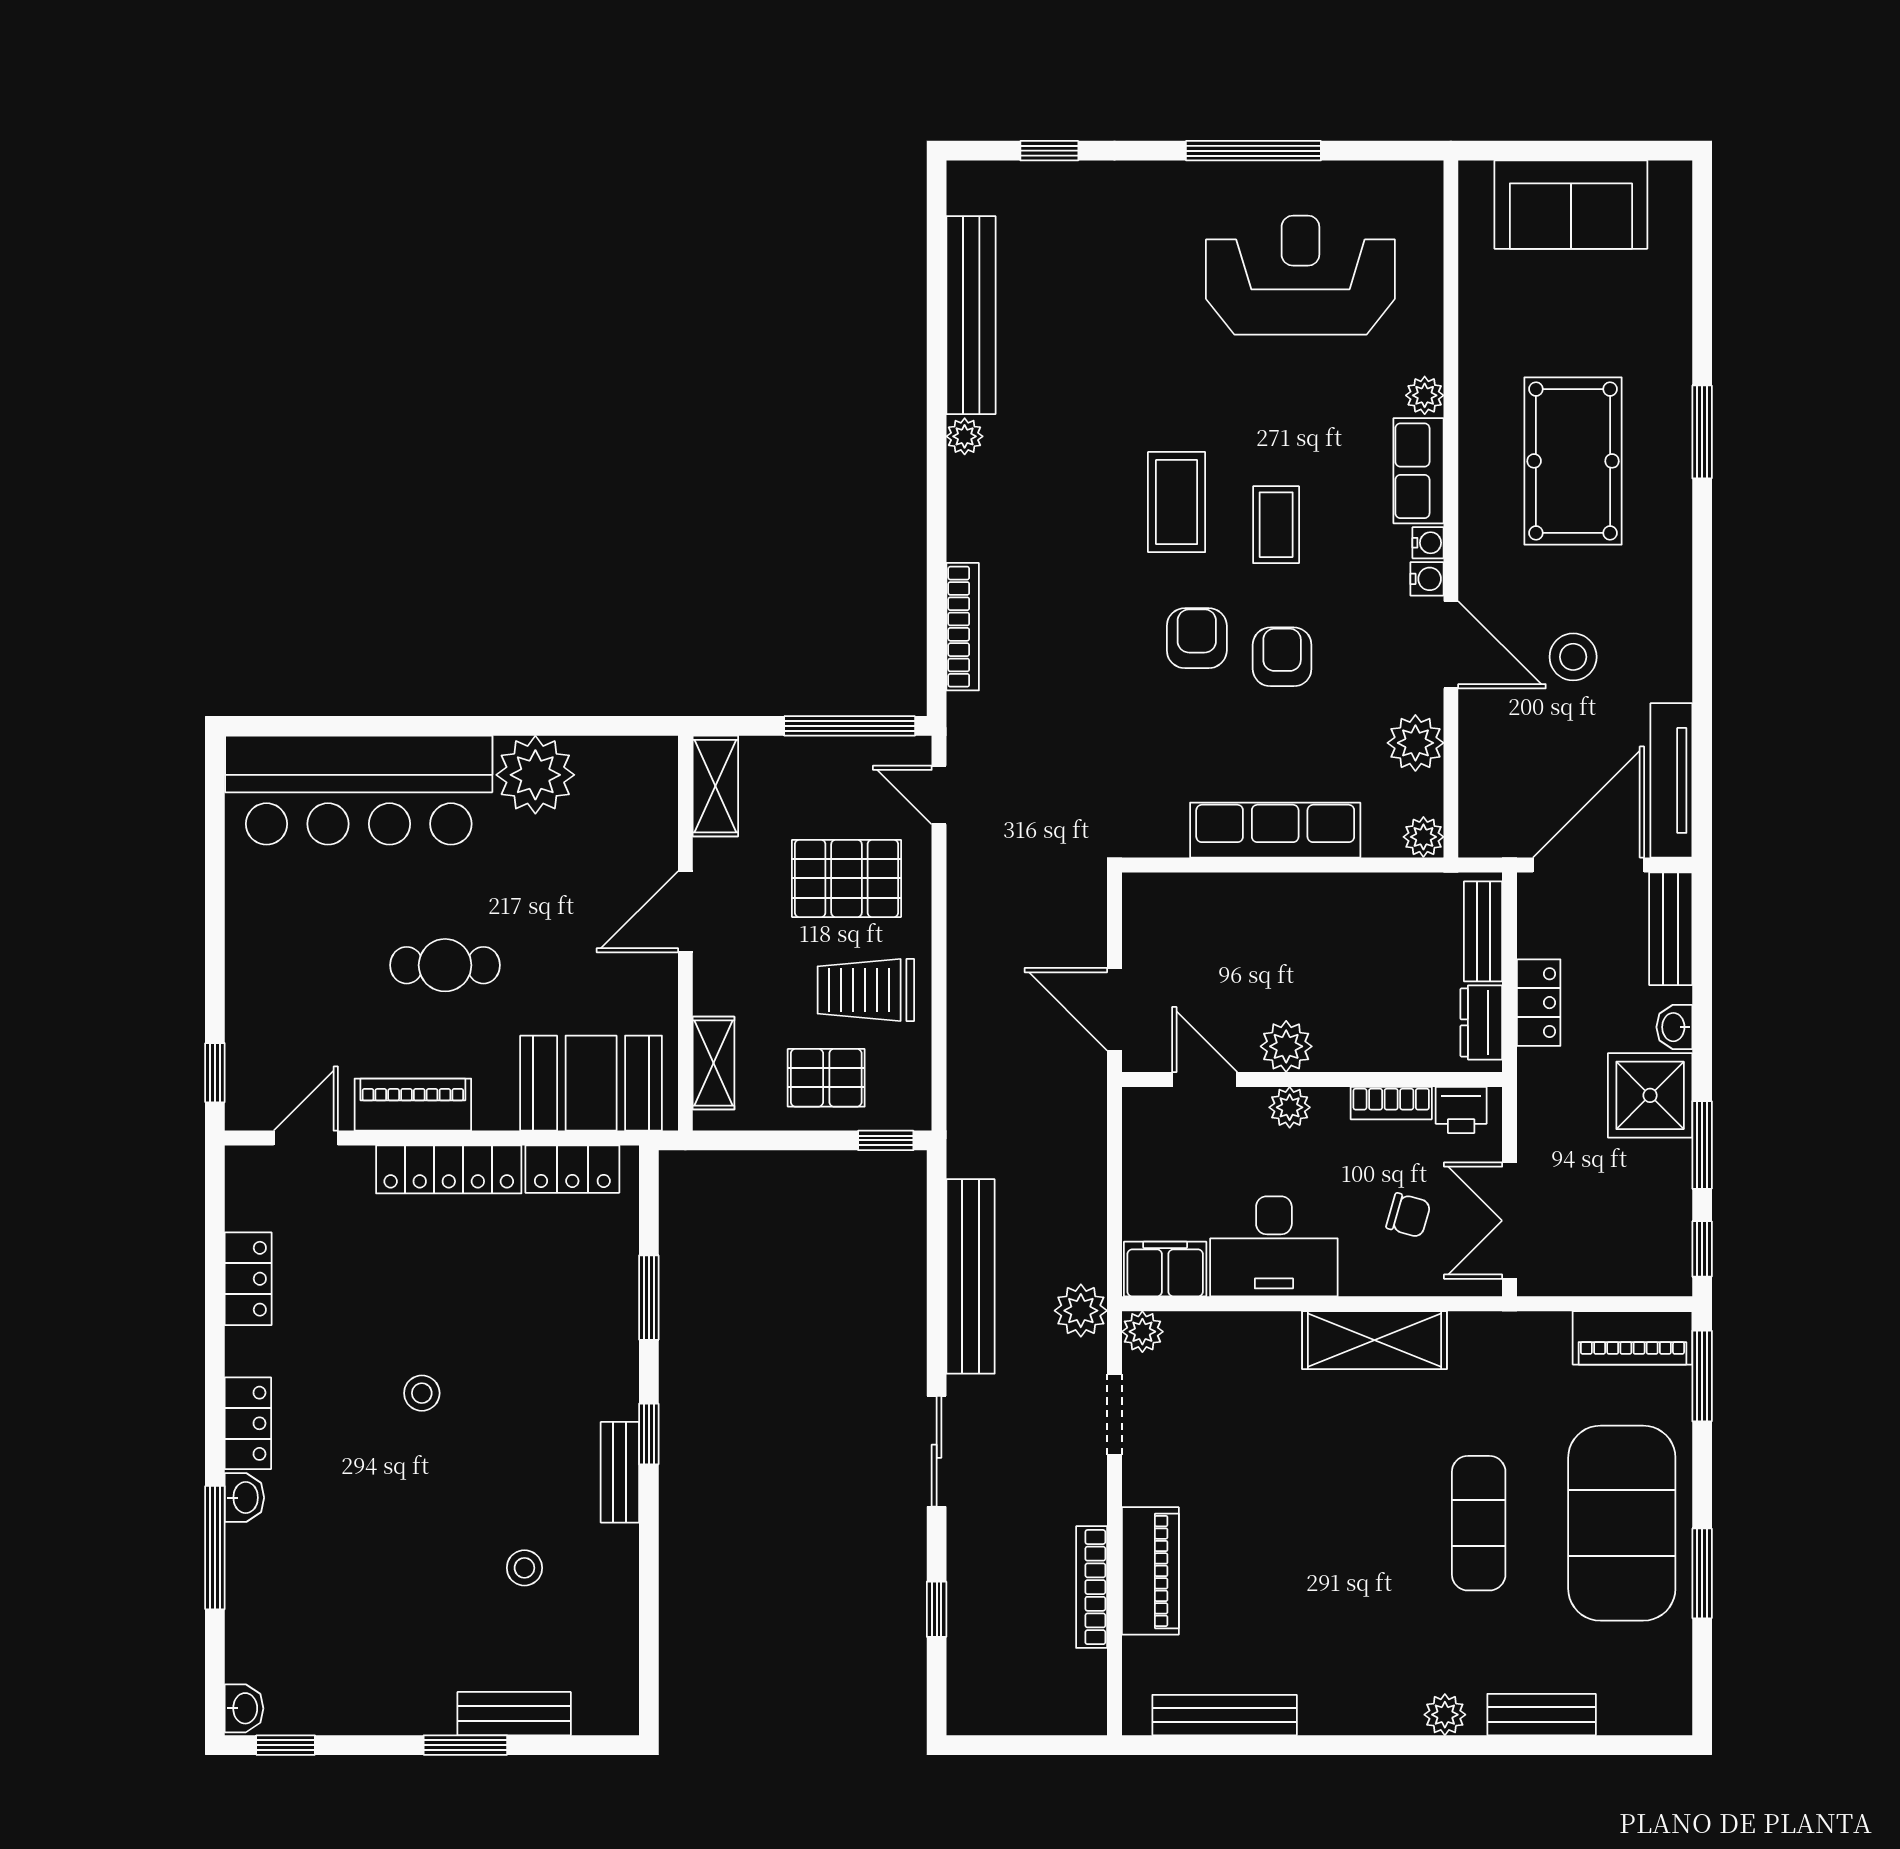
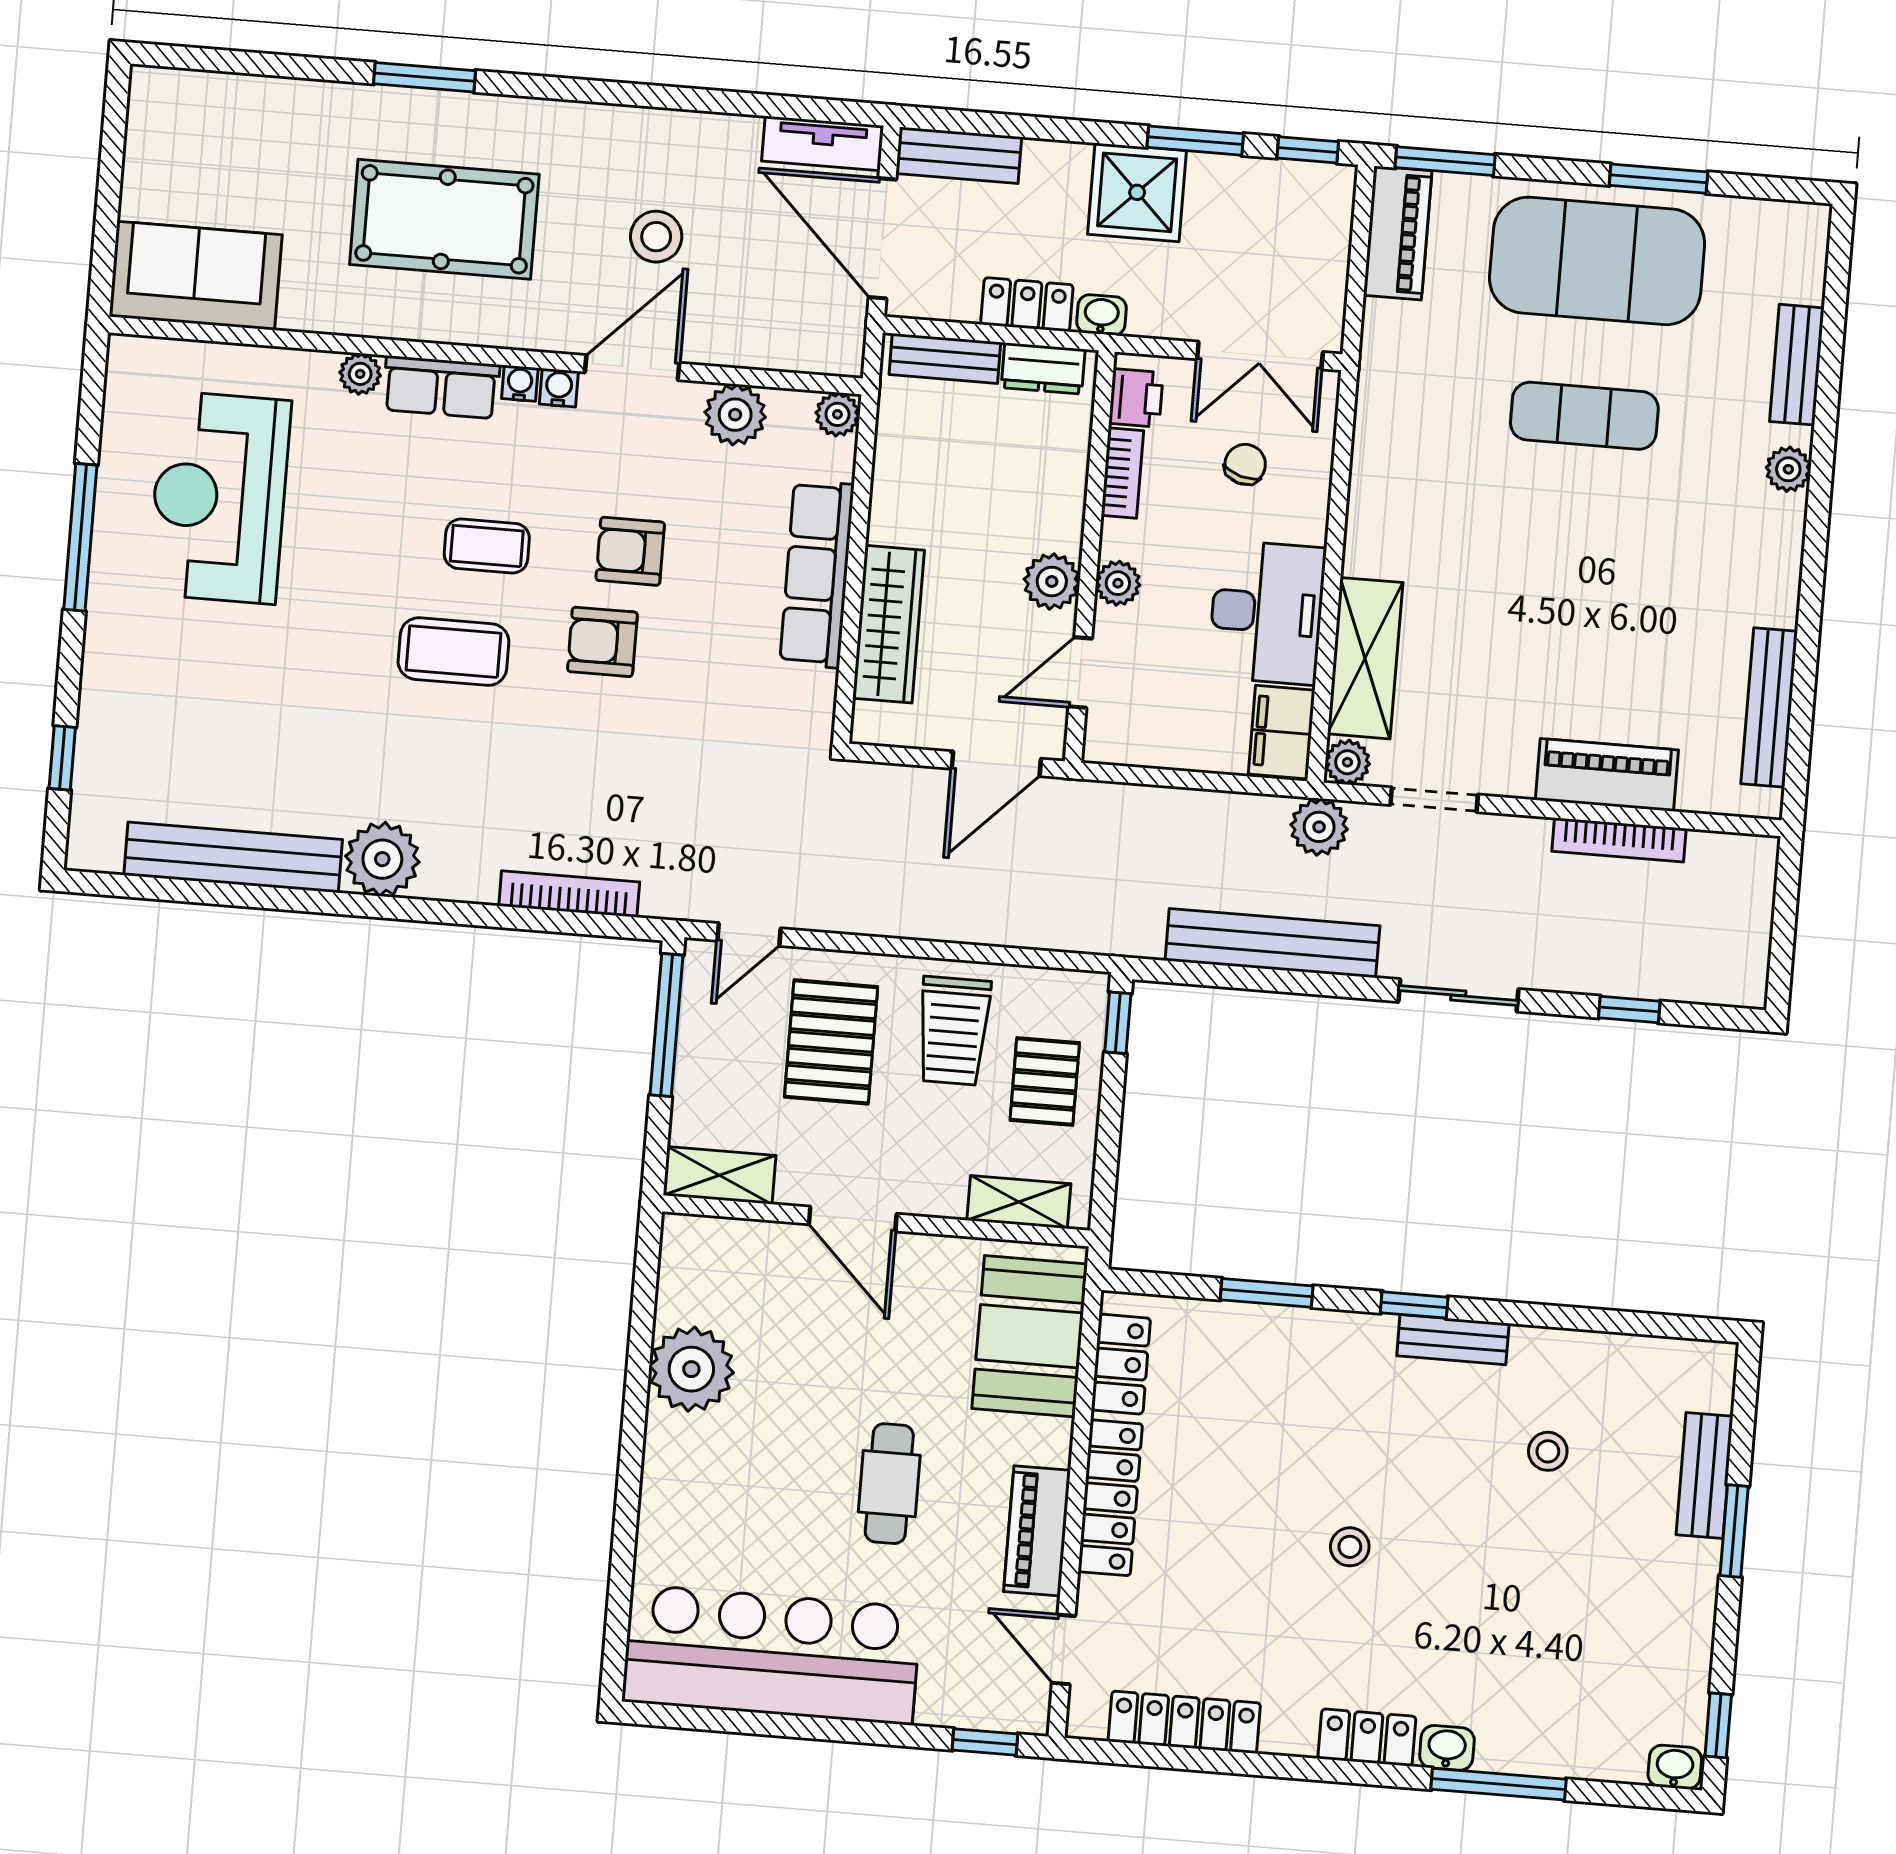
sofa: (1571, 205) -> (196, 276), moved, turned -90
plant: (965, 436) -> (382, 859), width x1.87, depth x1.87
tv unit: (1671, 780) -> (823, 143), width x0.71
bar counter: (359, 790) -> (772, 1655), moved, turned -90
wardrobe: (1235, 900) -> (889, 624), added
washbasin: (1674, 1027) -> (1102, 315), moved, turned 180
locker: (248, 1279) -> (1184, 1722), width x1.53
shelving: (1374, 1340) -> (1365, 658), moved

